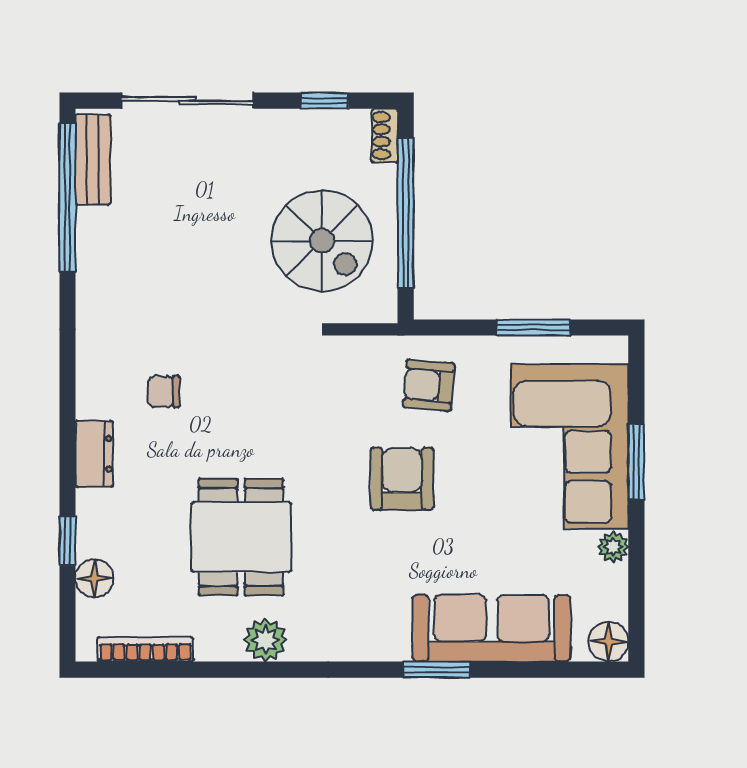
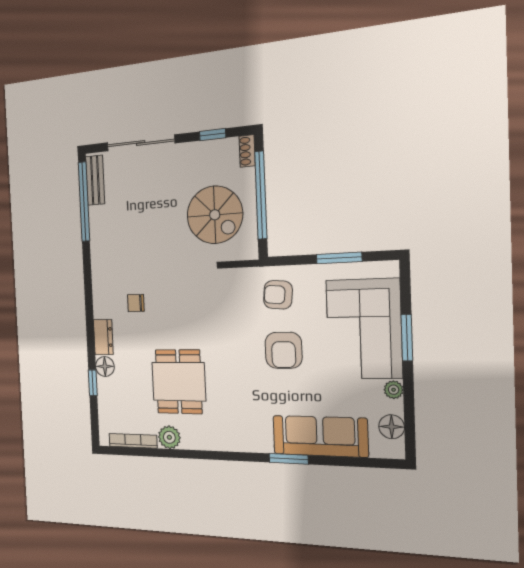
armchair: (402, 479) -> (284, 350), moved, turned 180
floor lamp: (95, 578) -> (105, 366), moved
plant: (265, 640) -> (169, 437), moved
floor lamp: (608, 642) -> (392, 427), moved

